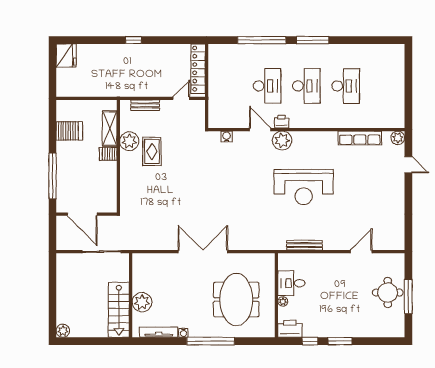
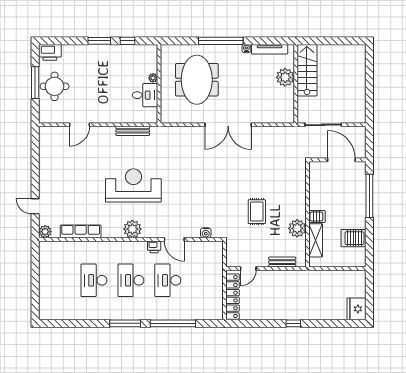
plant: (282, 141) -> (132, 229), moved
rug: (152, 151) -> (257, 212), moved
printer: (290, 329) -> (50, 52), moved
plant: (63, 331) -> (360, 50), removed

